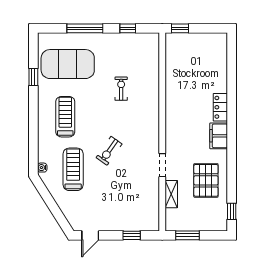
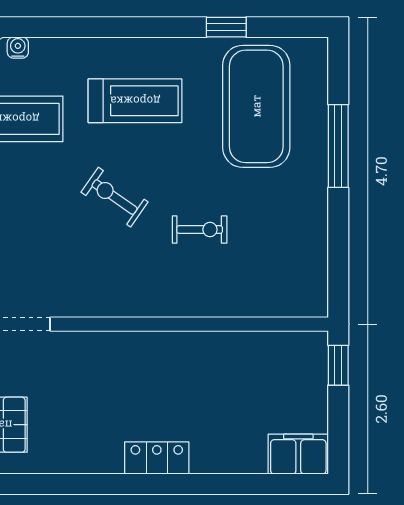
window: (128, 28) -> (338, 245), removed
filing cabinet: (219, 136) -> (298, 454), moved
exercise bike: (109, 151) -> (115, 197), moved

